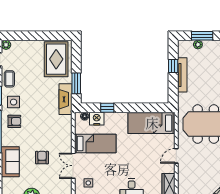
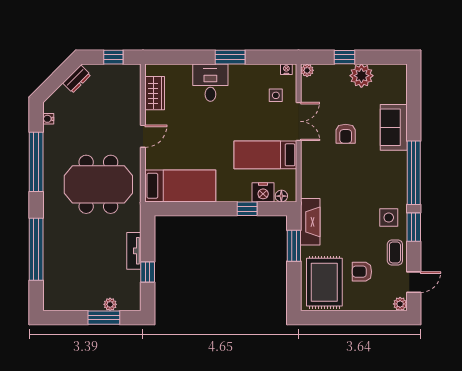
tv unit: (182, 75) -> (134, 251), width x0.71
armchair: (14, 121) -> (362, 272), moved

